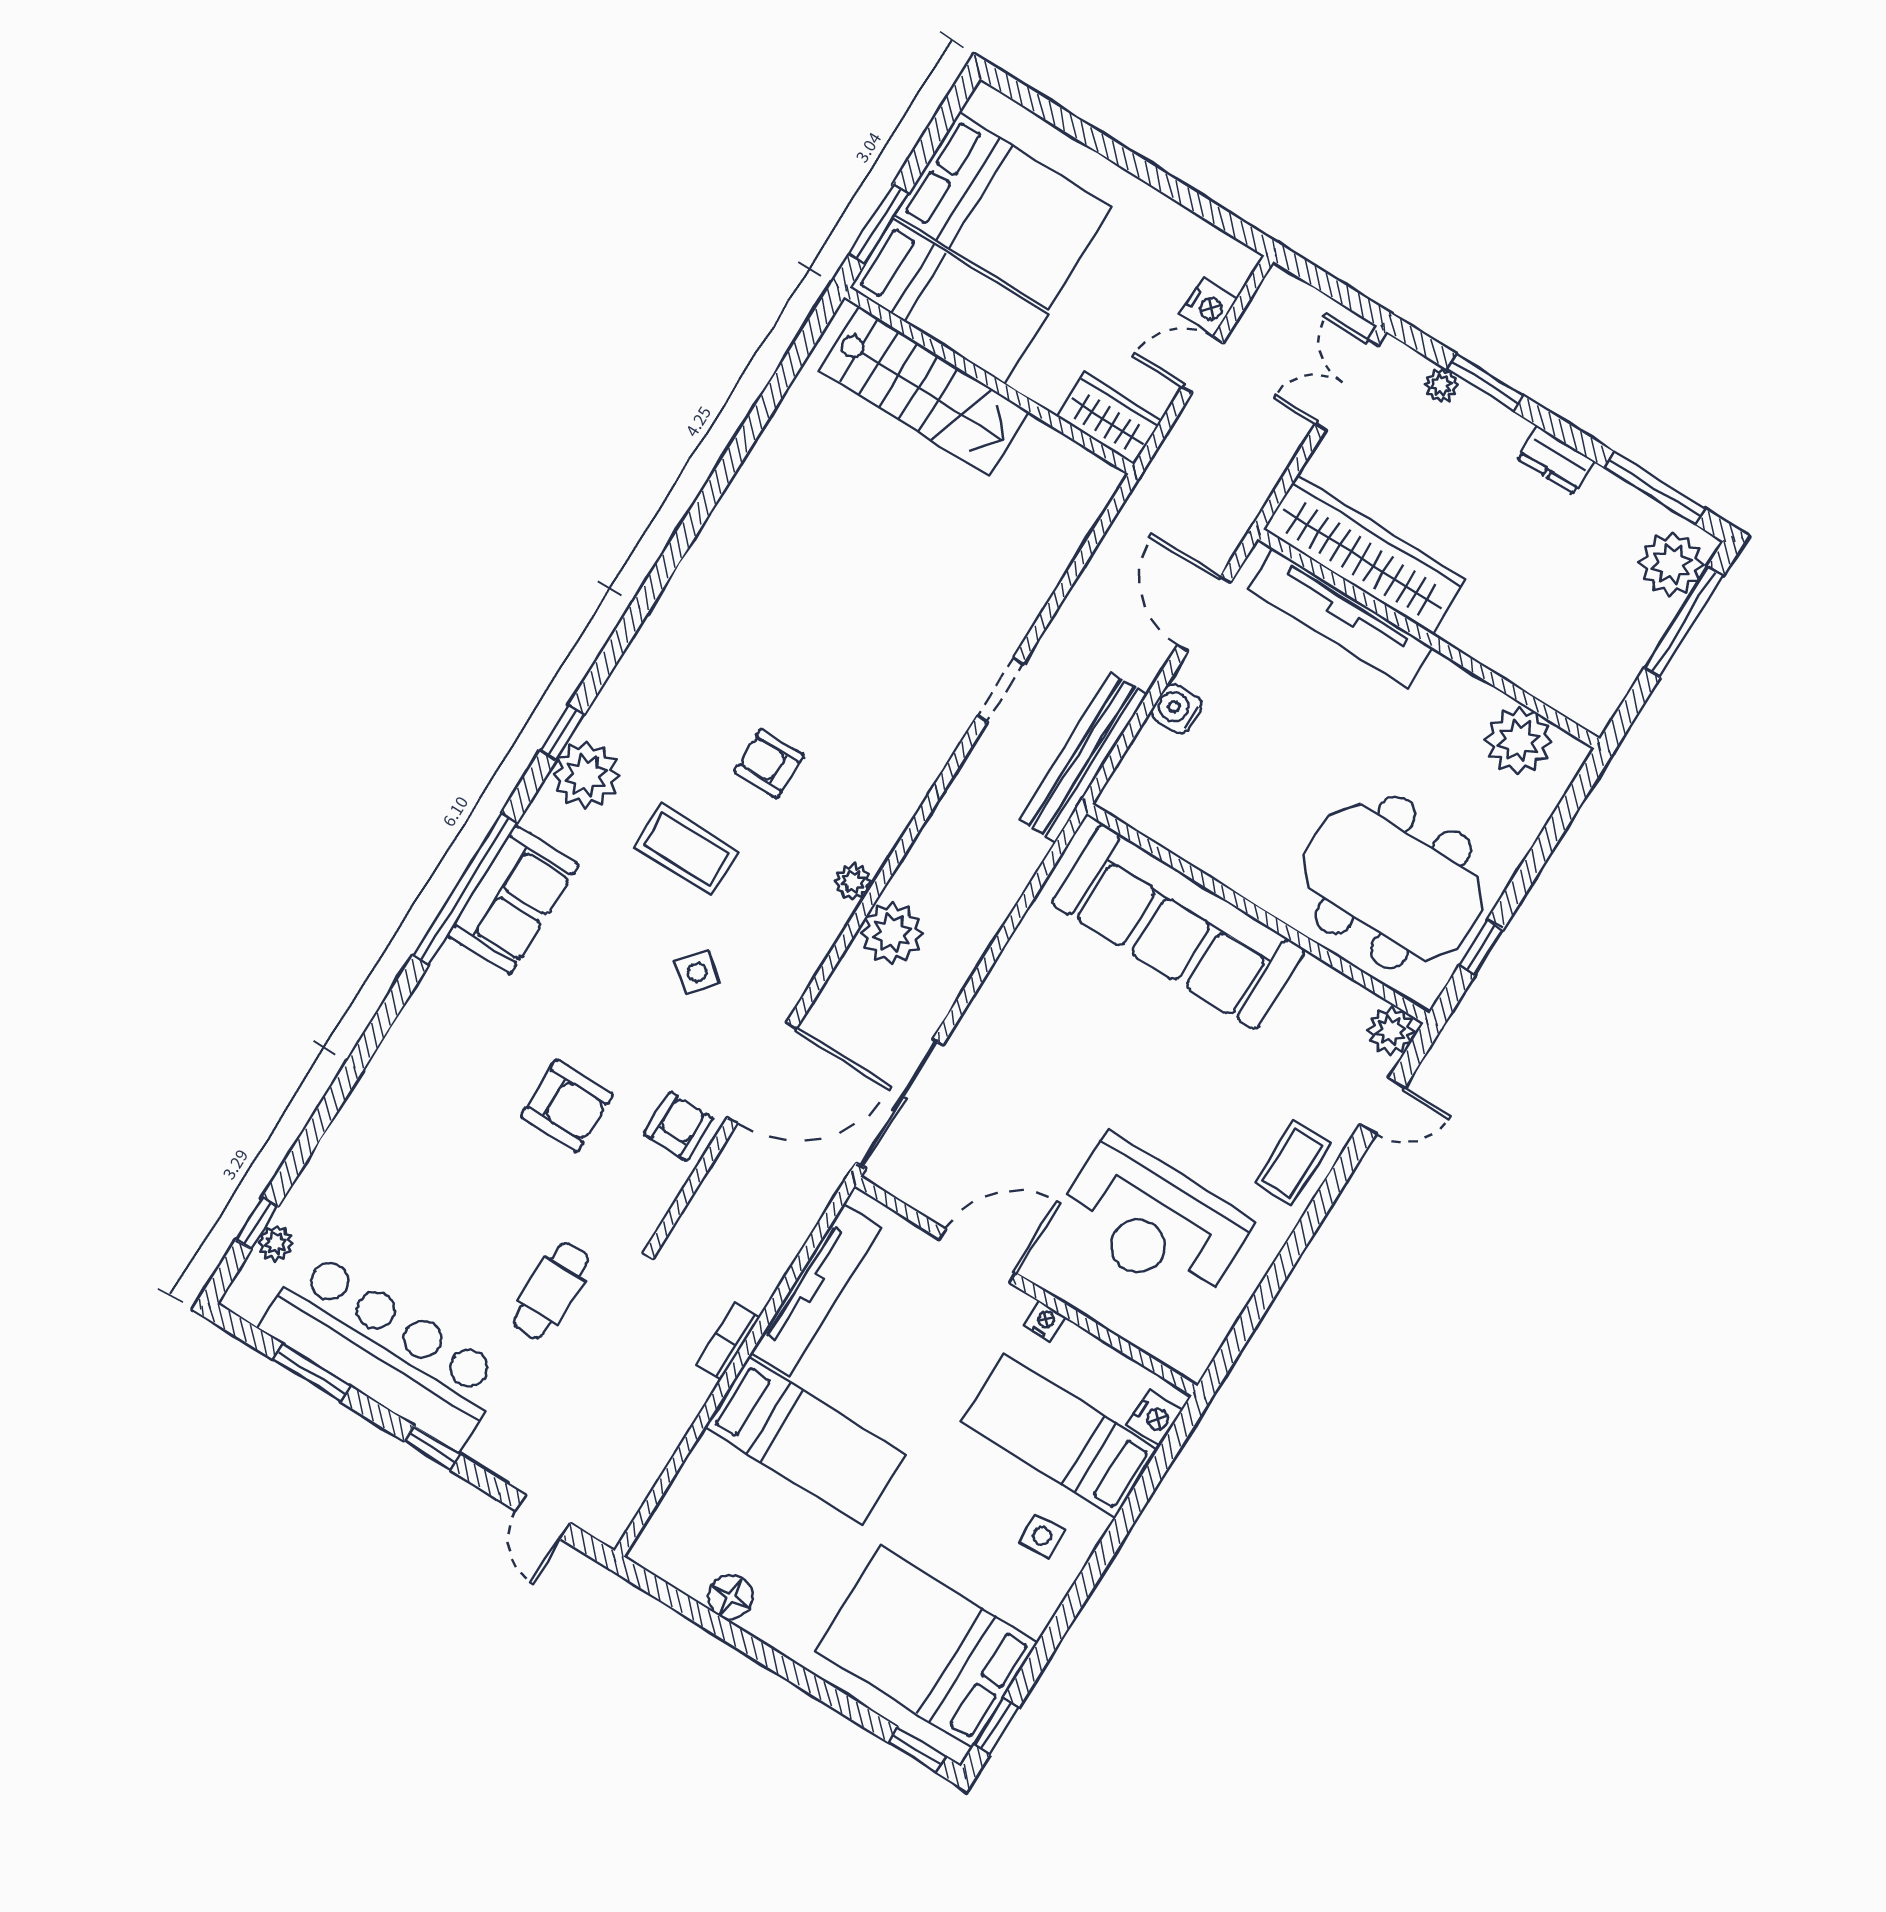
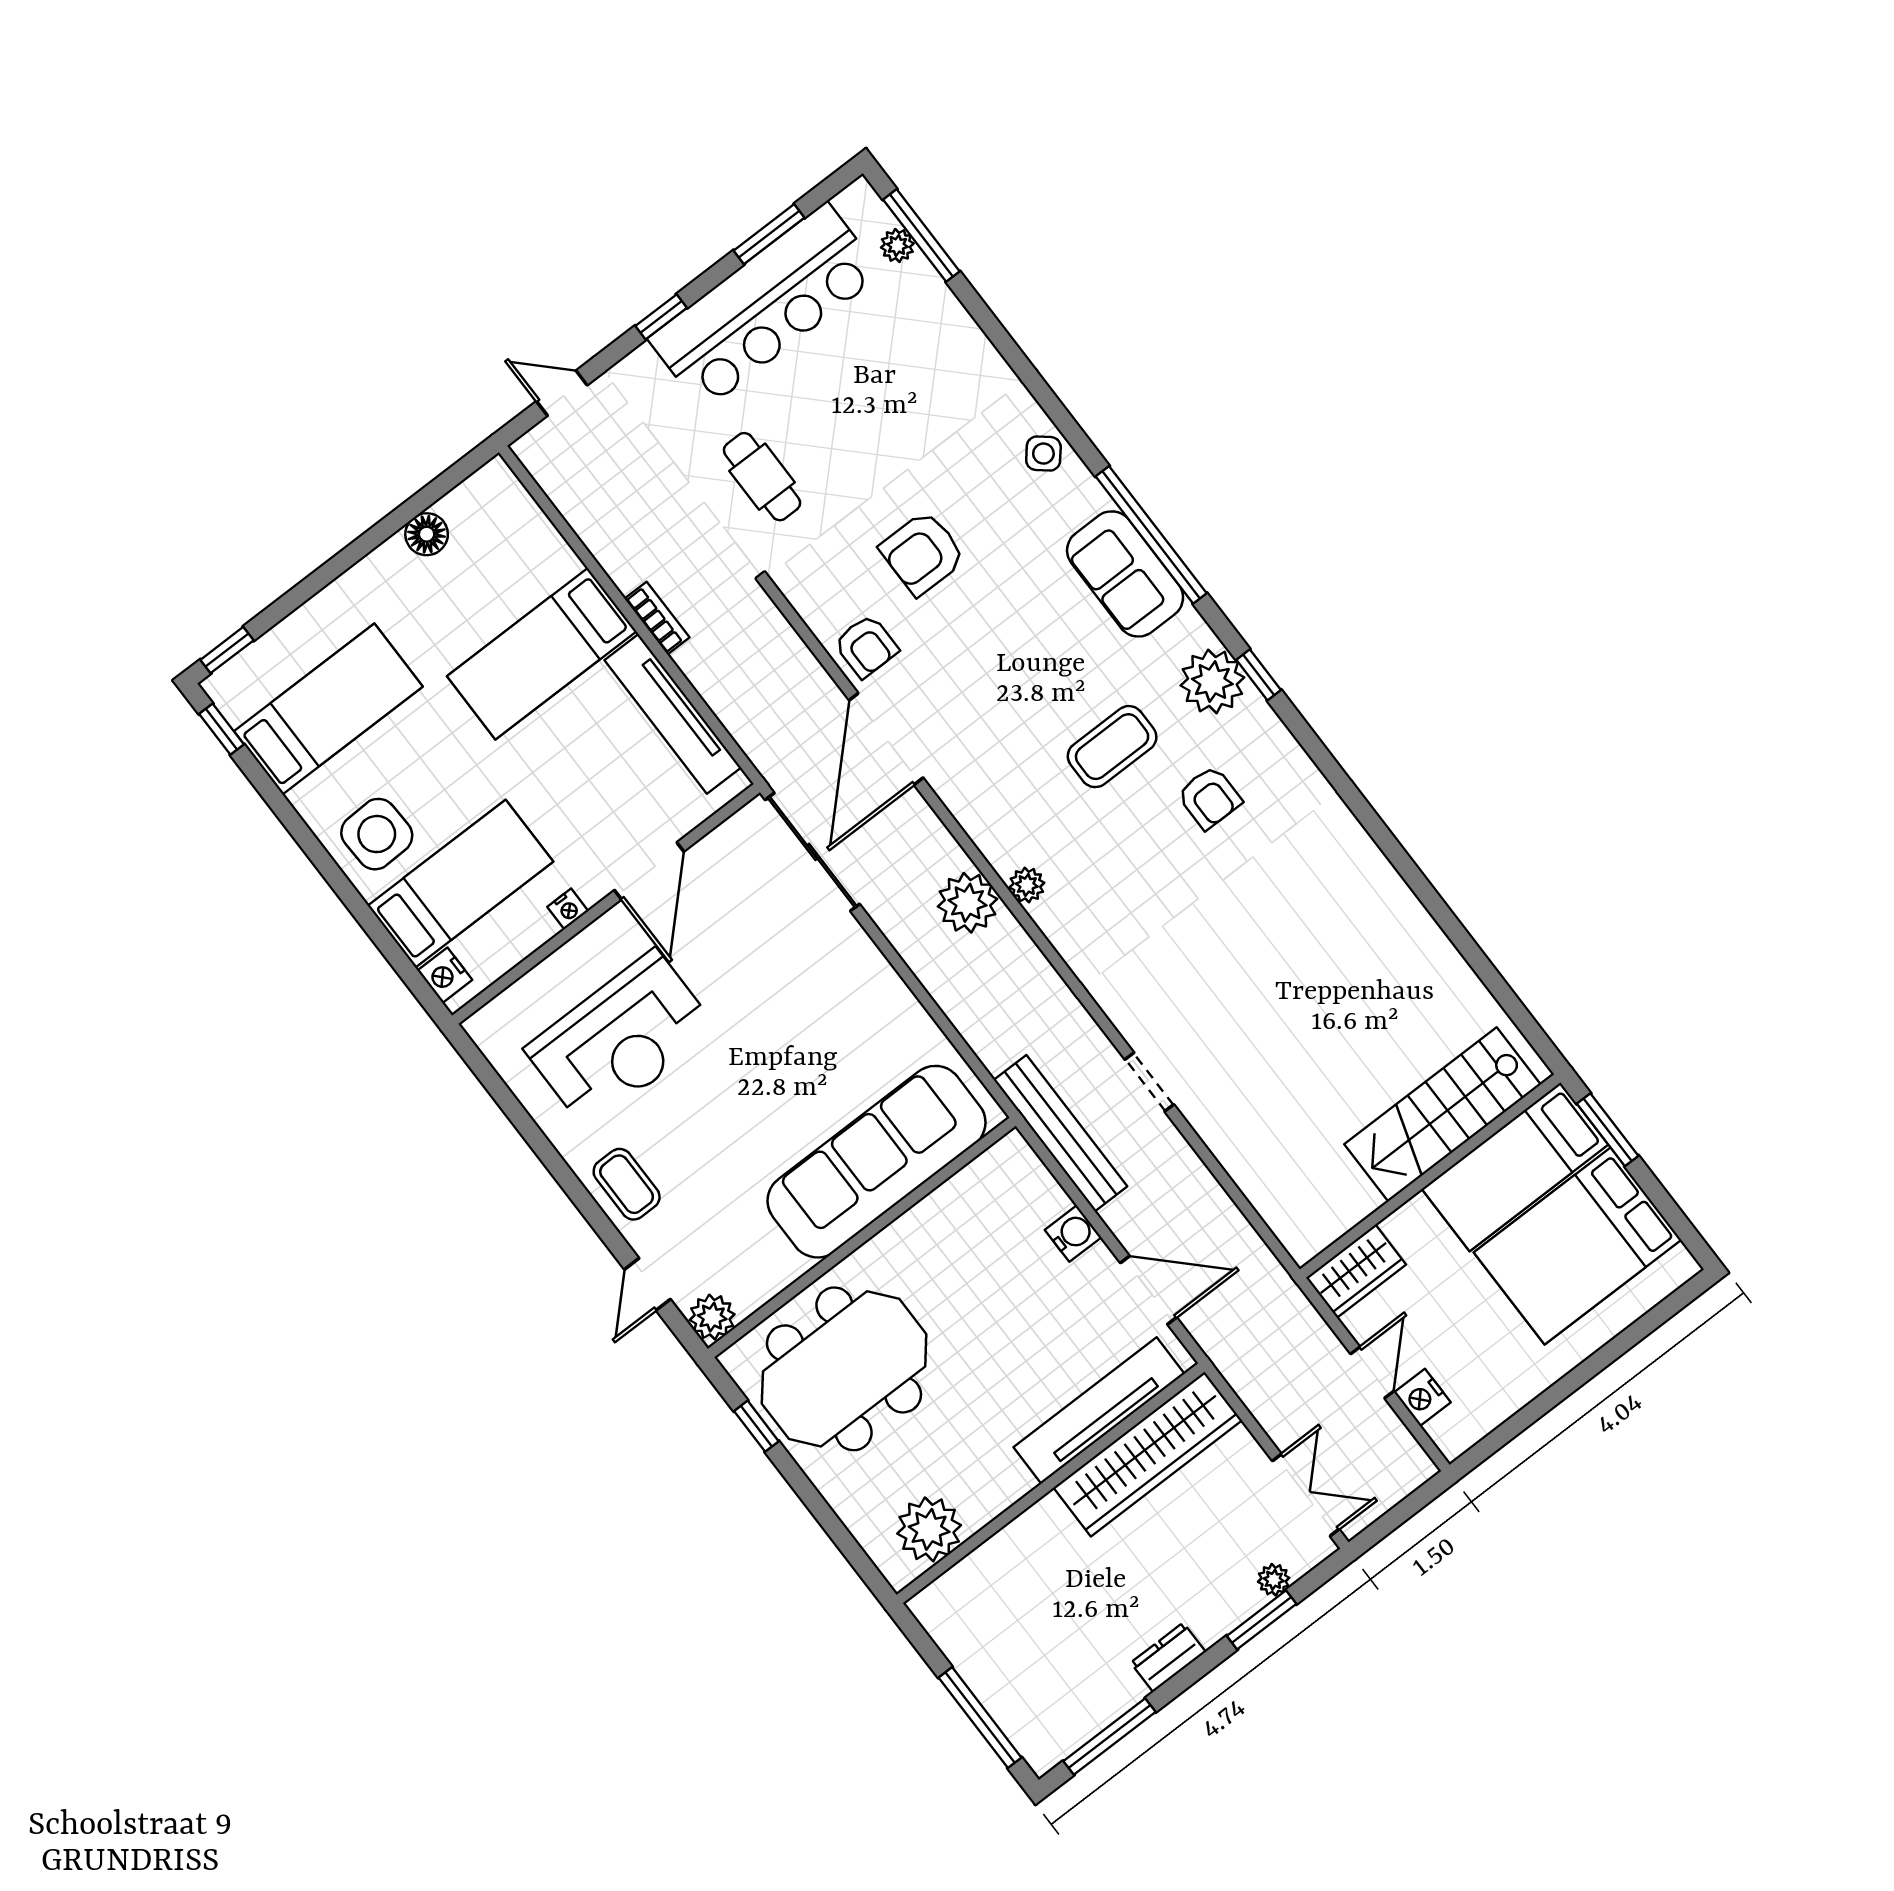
plant: (1671, 564) -> (1036, 1726), removed
armchair: (769, 763) -> (1209, 798), moved, turned 90
side table: (697, 972) -> (1043, 454), moved
reception desk: (1153, 1222) -> (621, 1039), turned 180
window: (257, 1223) -> (921, 235), width x2.17
side table: (1042, 1536) -> (377, 834), width x1.87, depth x1.87
bed: (926, 1647) -> (328, 709), width x0.67

